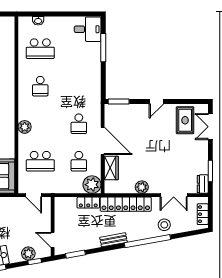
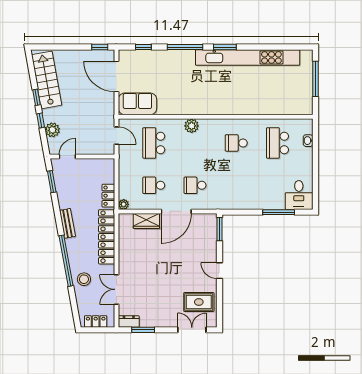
plant: (92, 185) -> (124, 204), width x0.53, depth x0.53
plant: (142, 187) -> (125, 254), removed
door: (34, 195) -> (116, 136), swing flipped
window: (35, 262) -> (41, 120), moved

